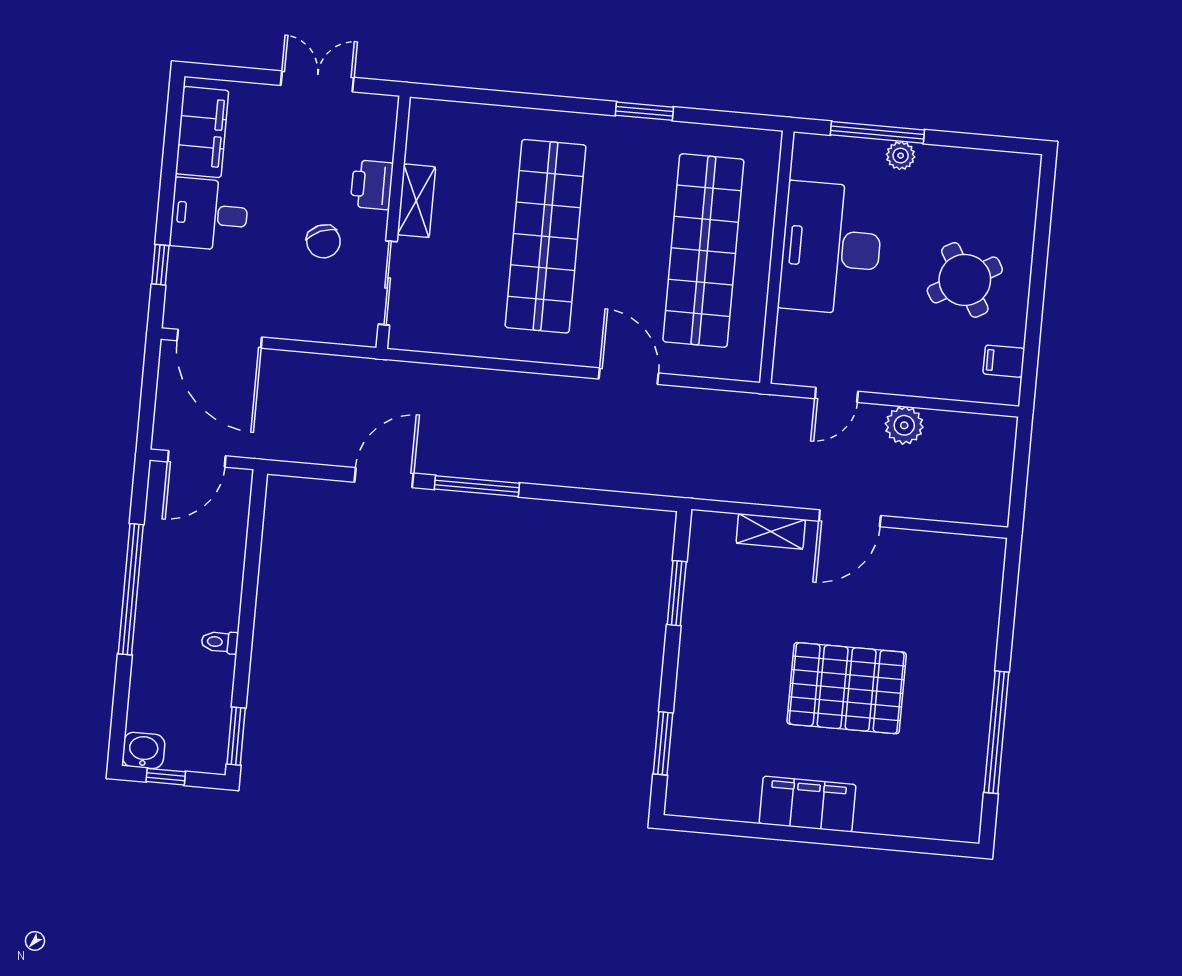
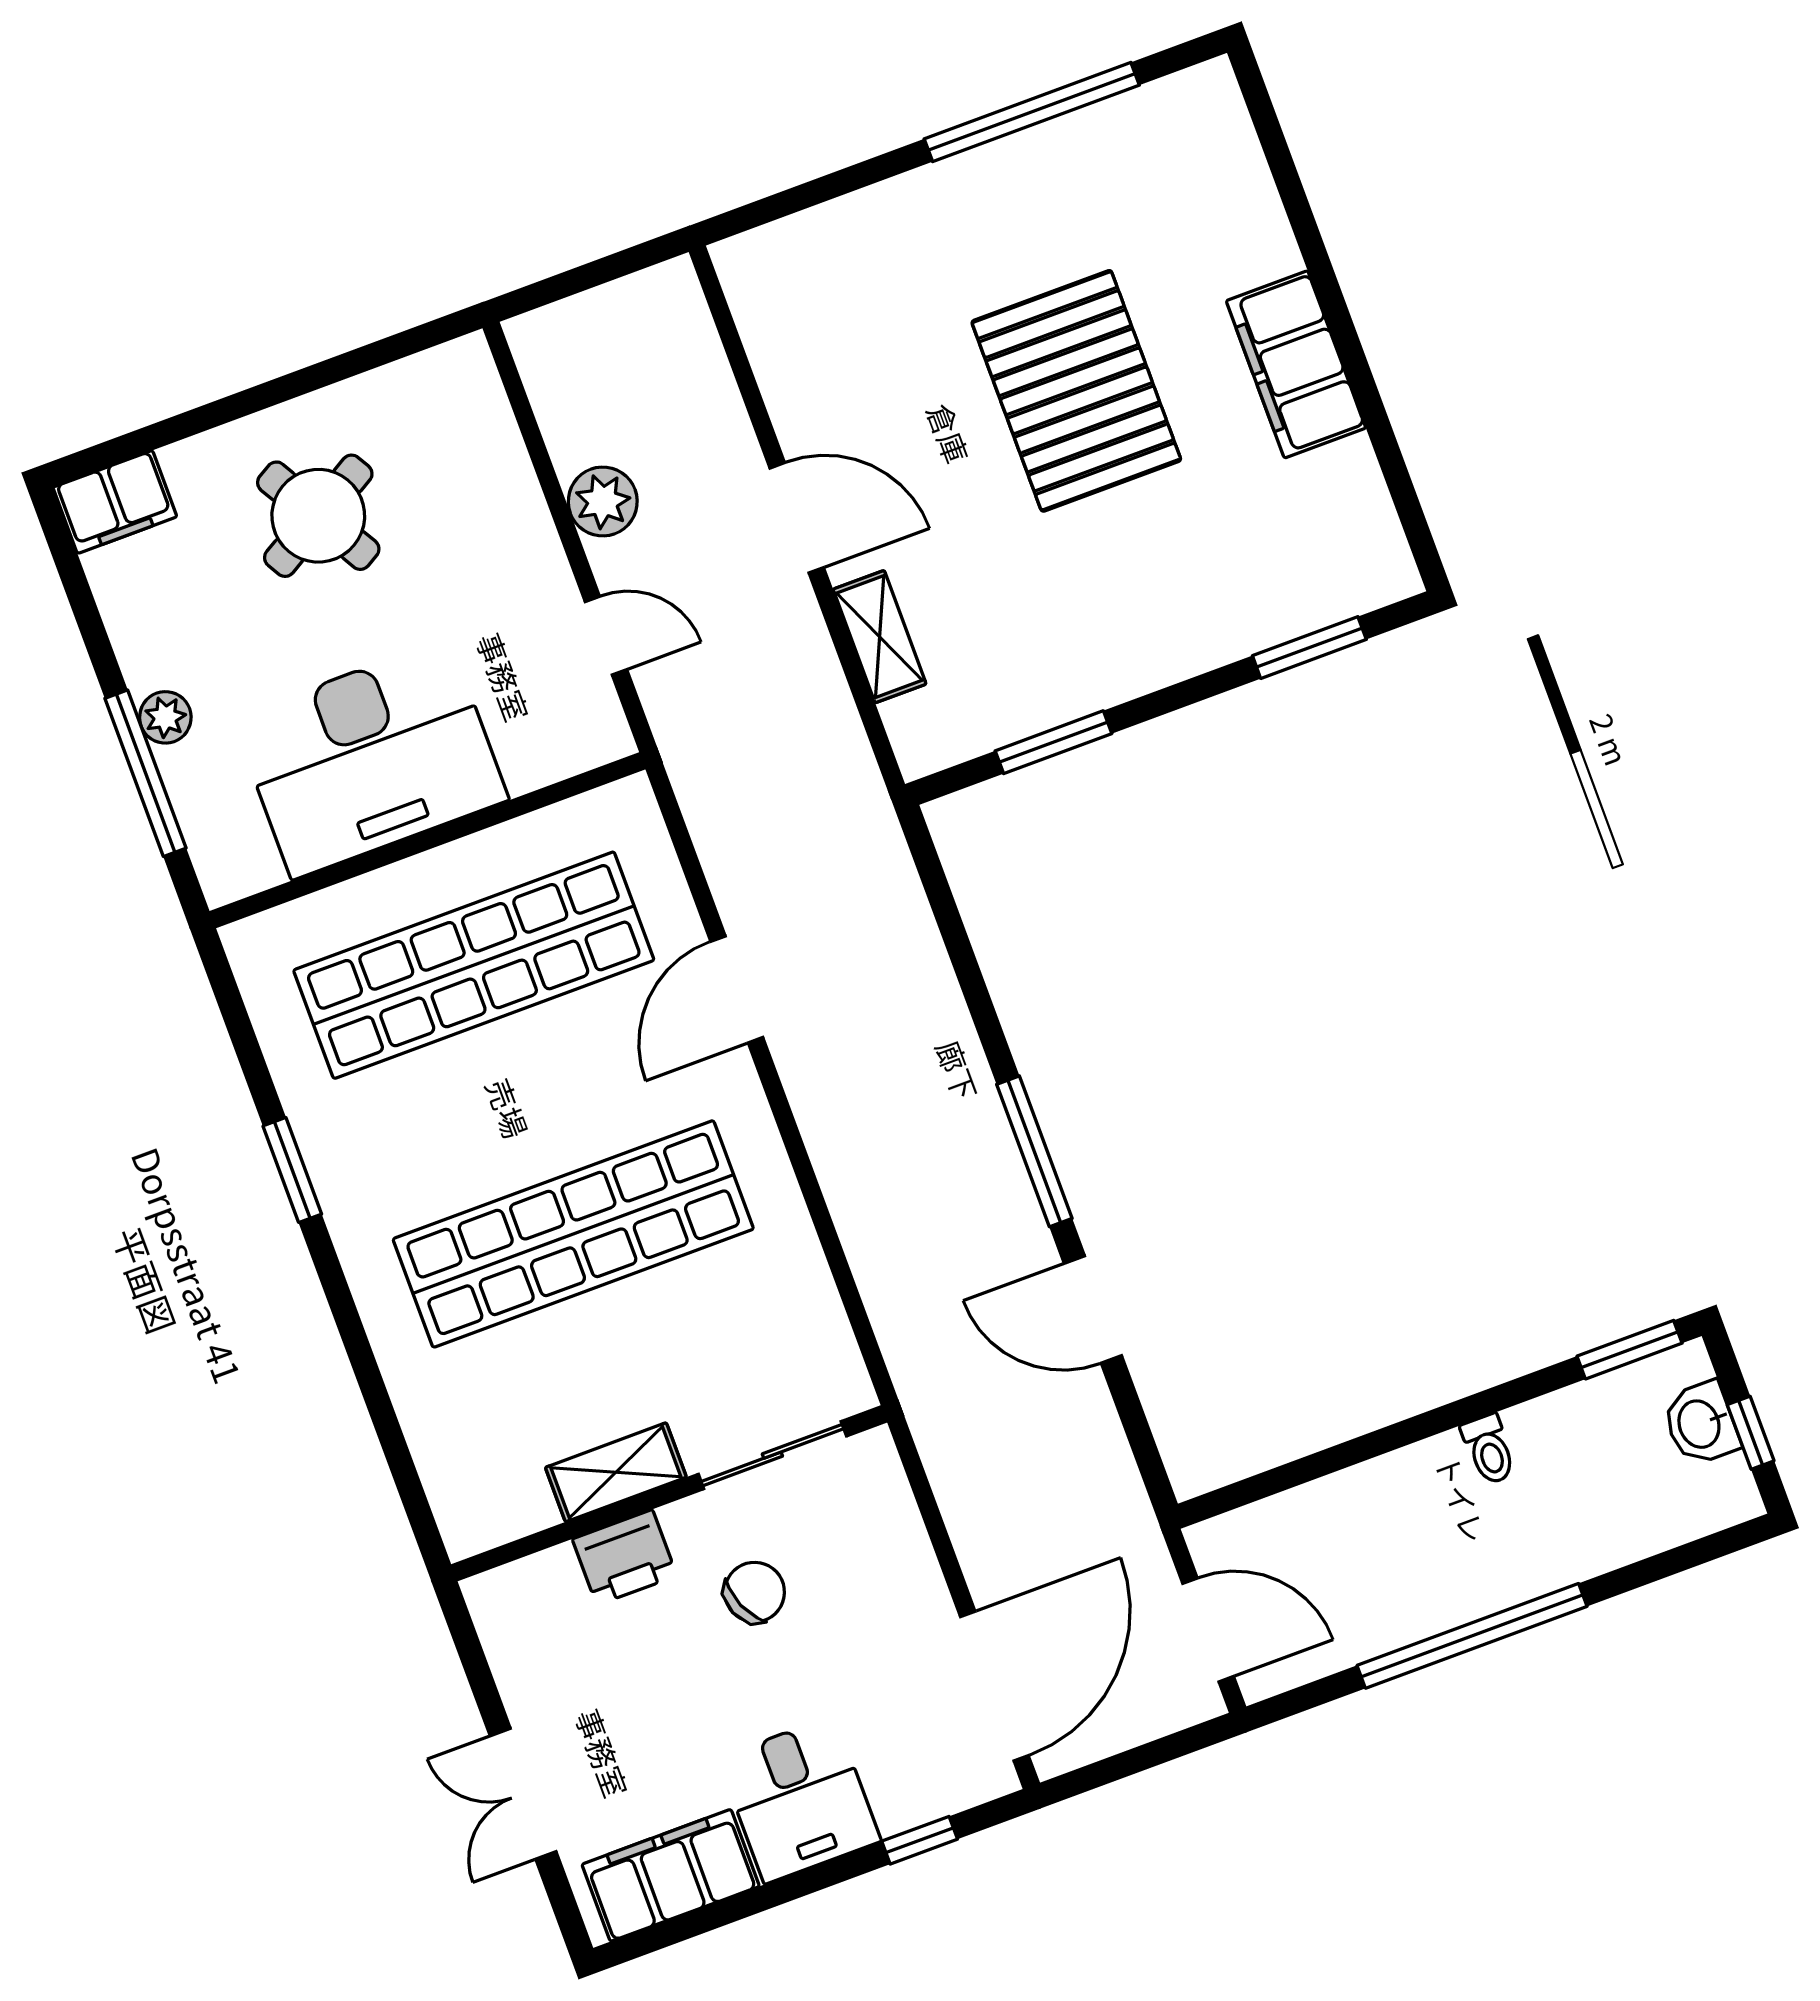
double door: (317, 81) -> (523, 1794), moved
filing cabinet: (1004, 361) -> (115, 502), moved, width x2.00
washbasin: (143, 750) -> (1701, 1423), moved

